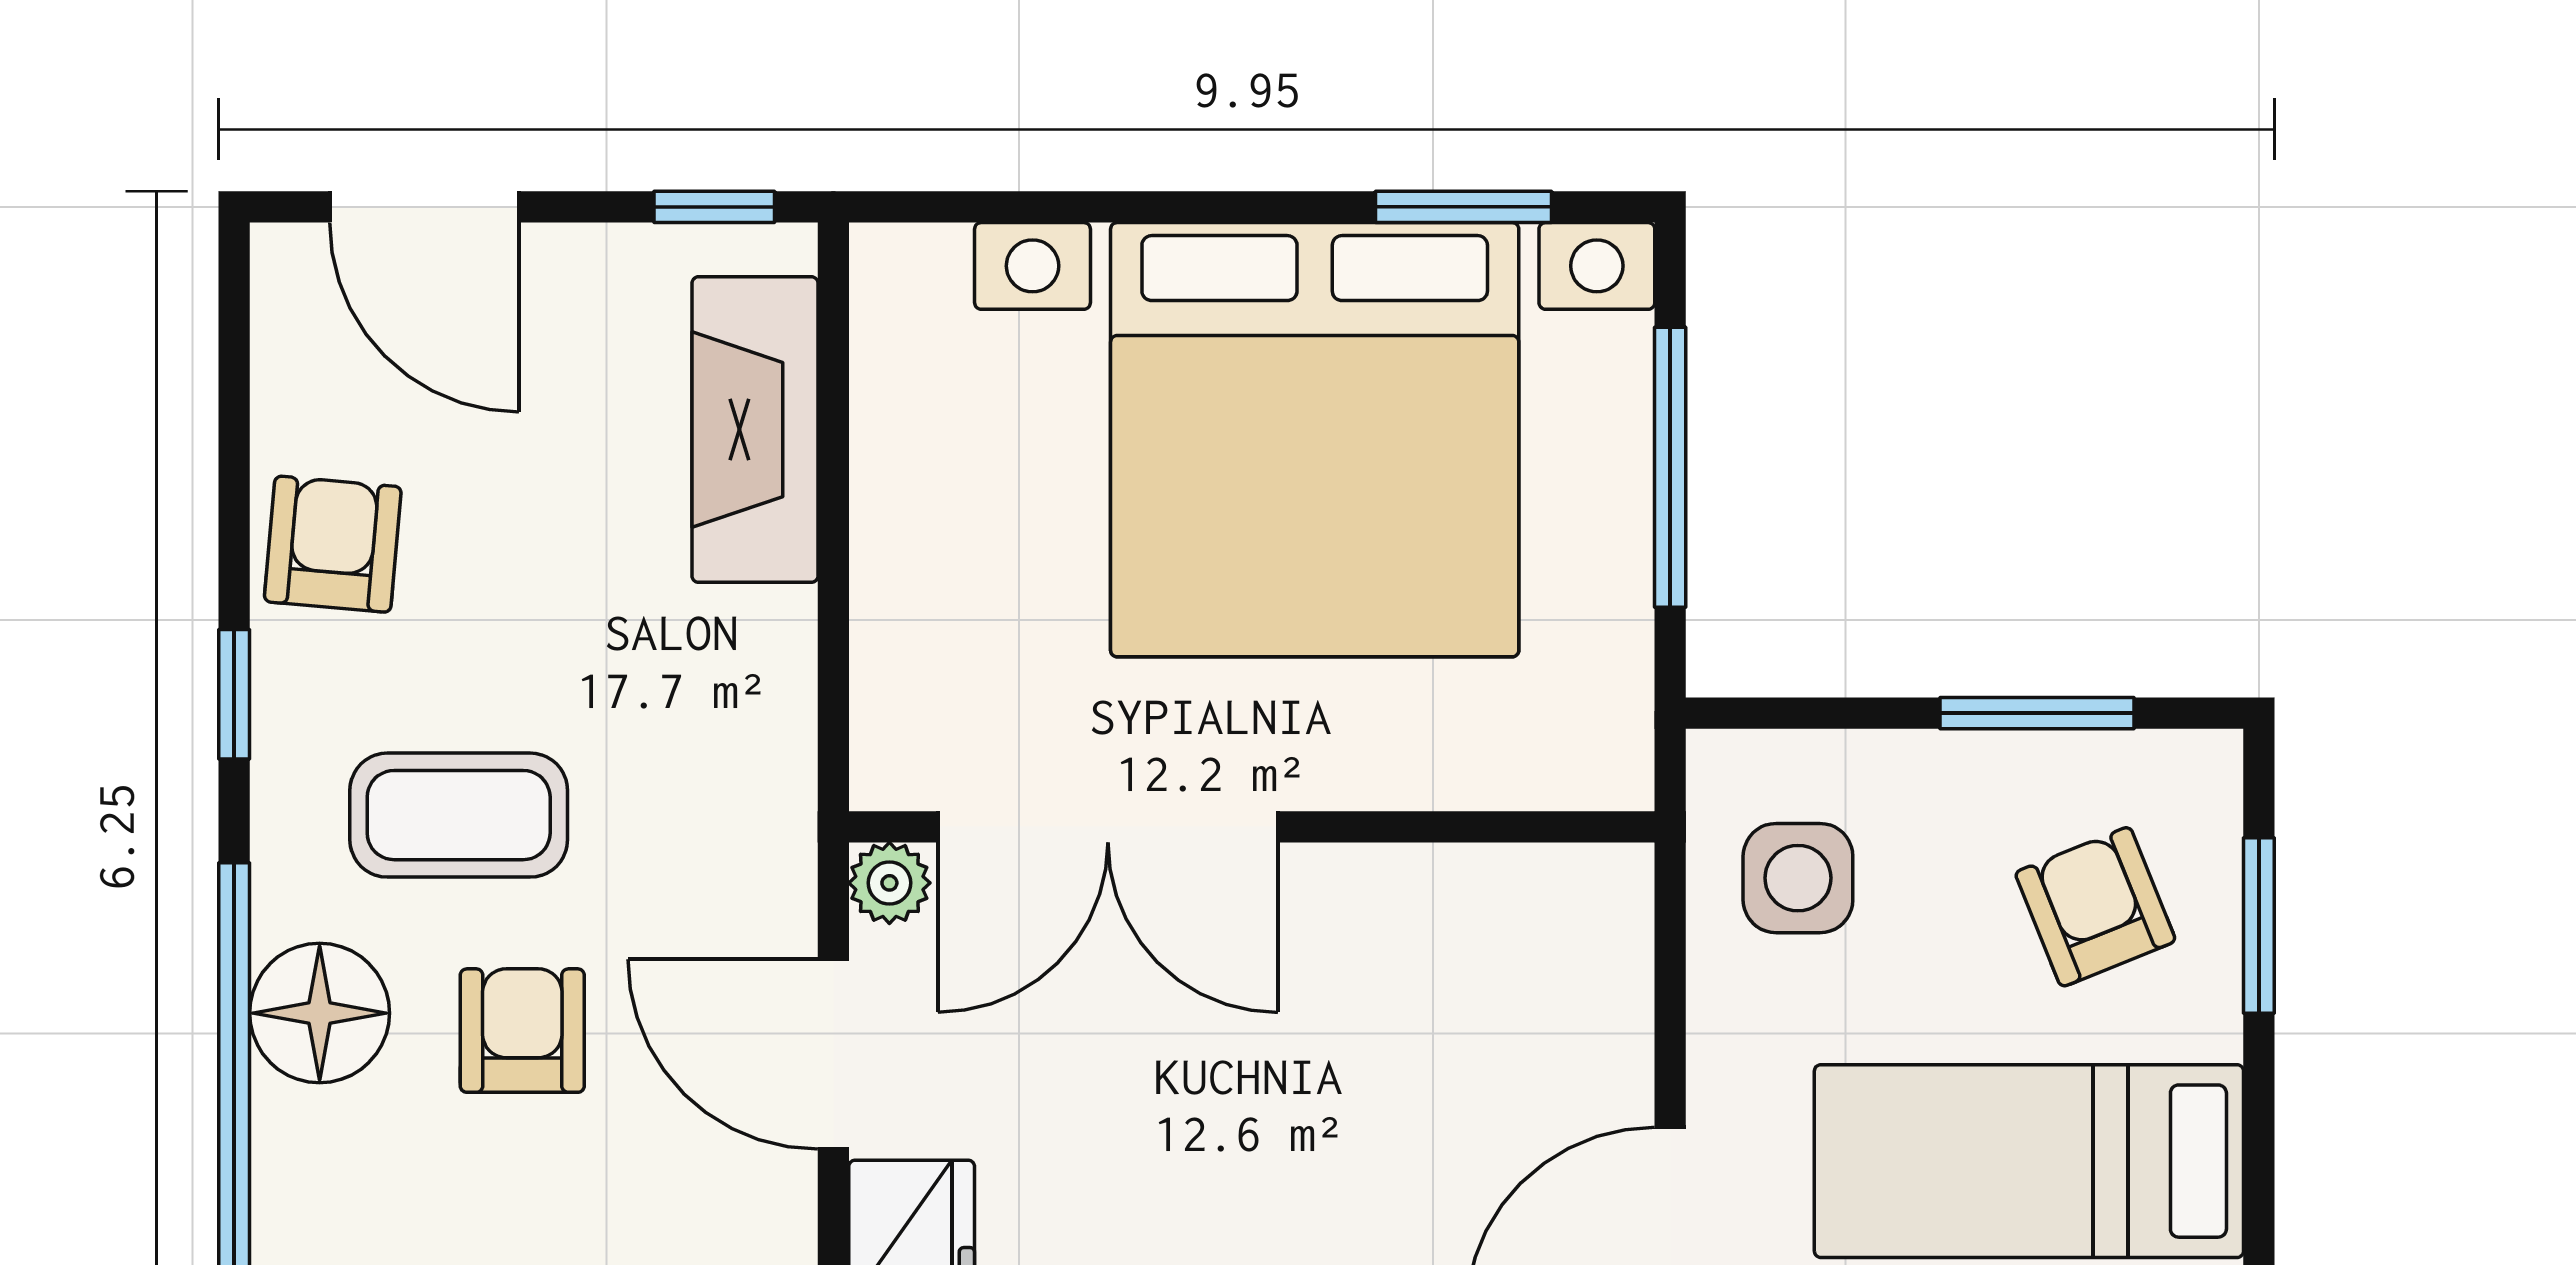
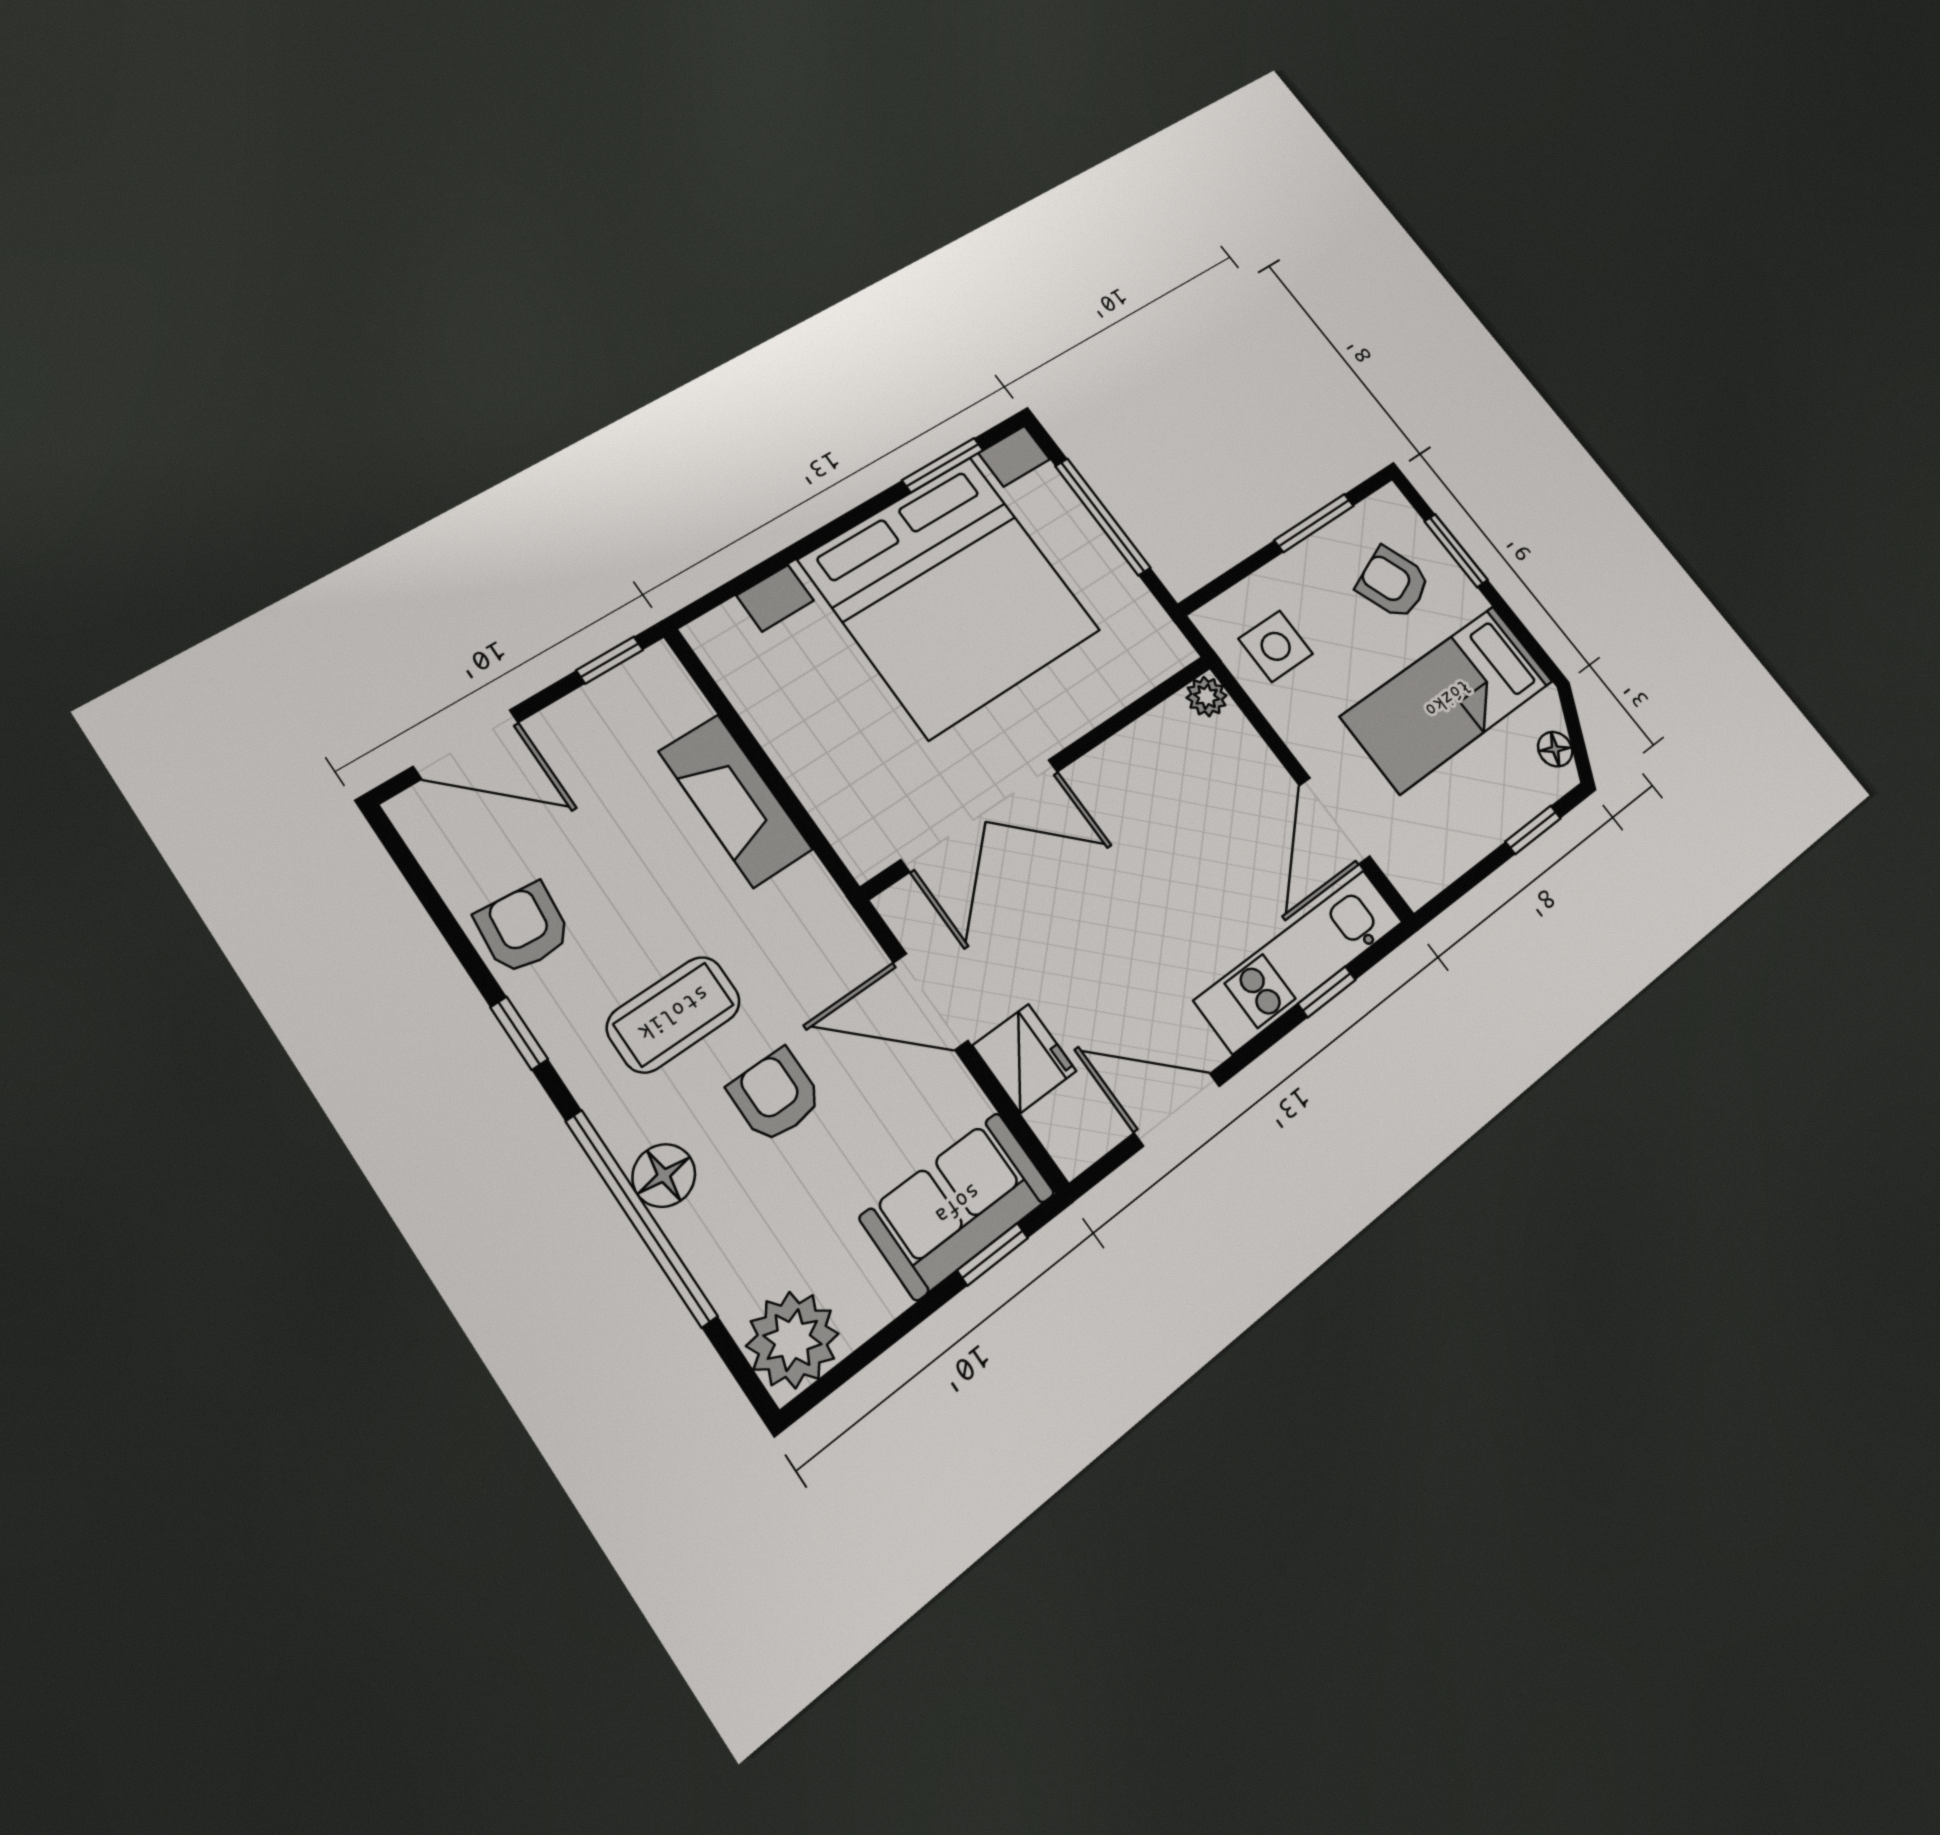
fireplace: (755, 430) -> (735, 800), moved
plant: (889, 883) -> (1207, 697), moved
floor lamp: (320, 1013) -> (664, 1175), width x0.73, depth x0.73

